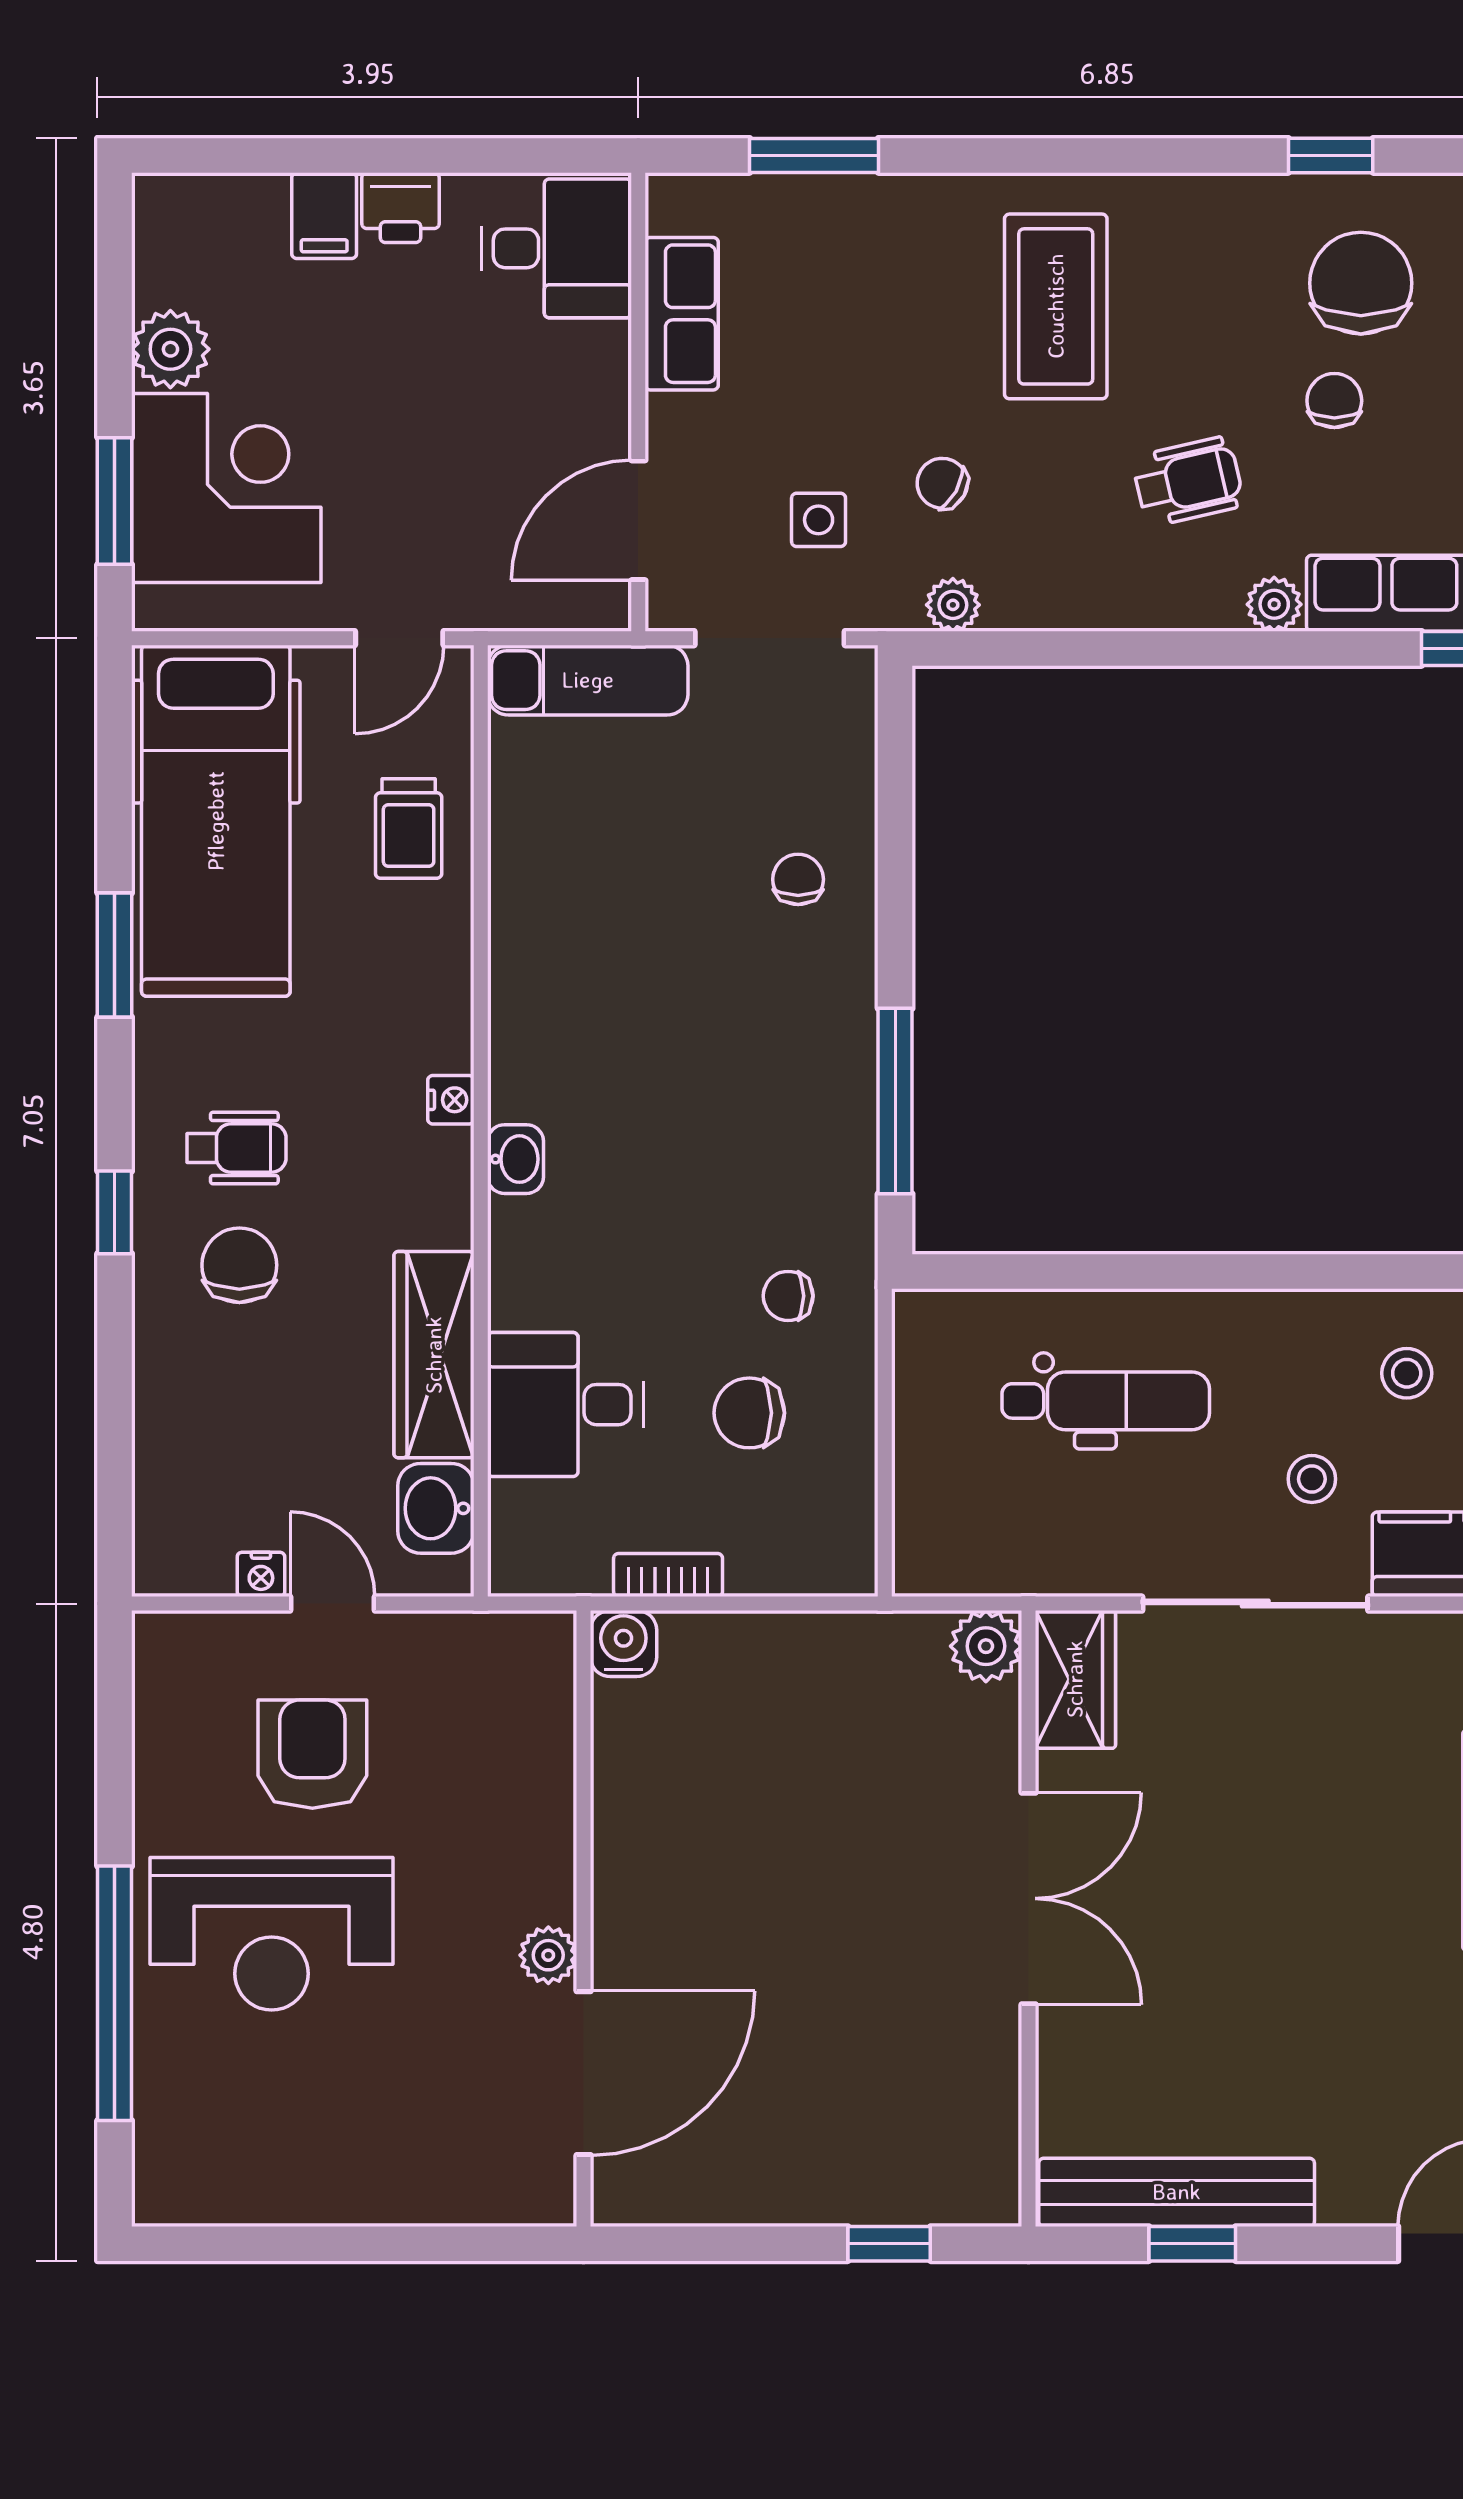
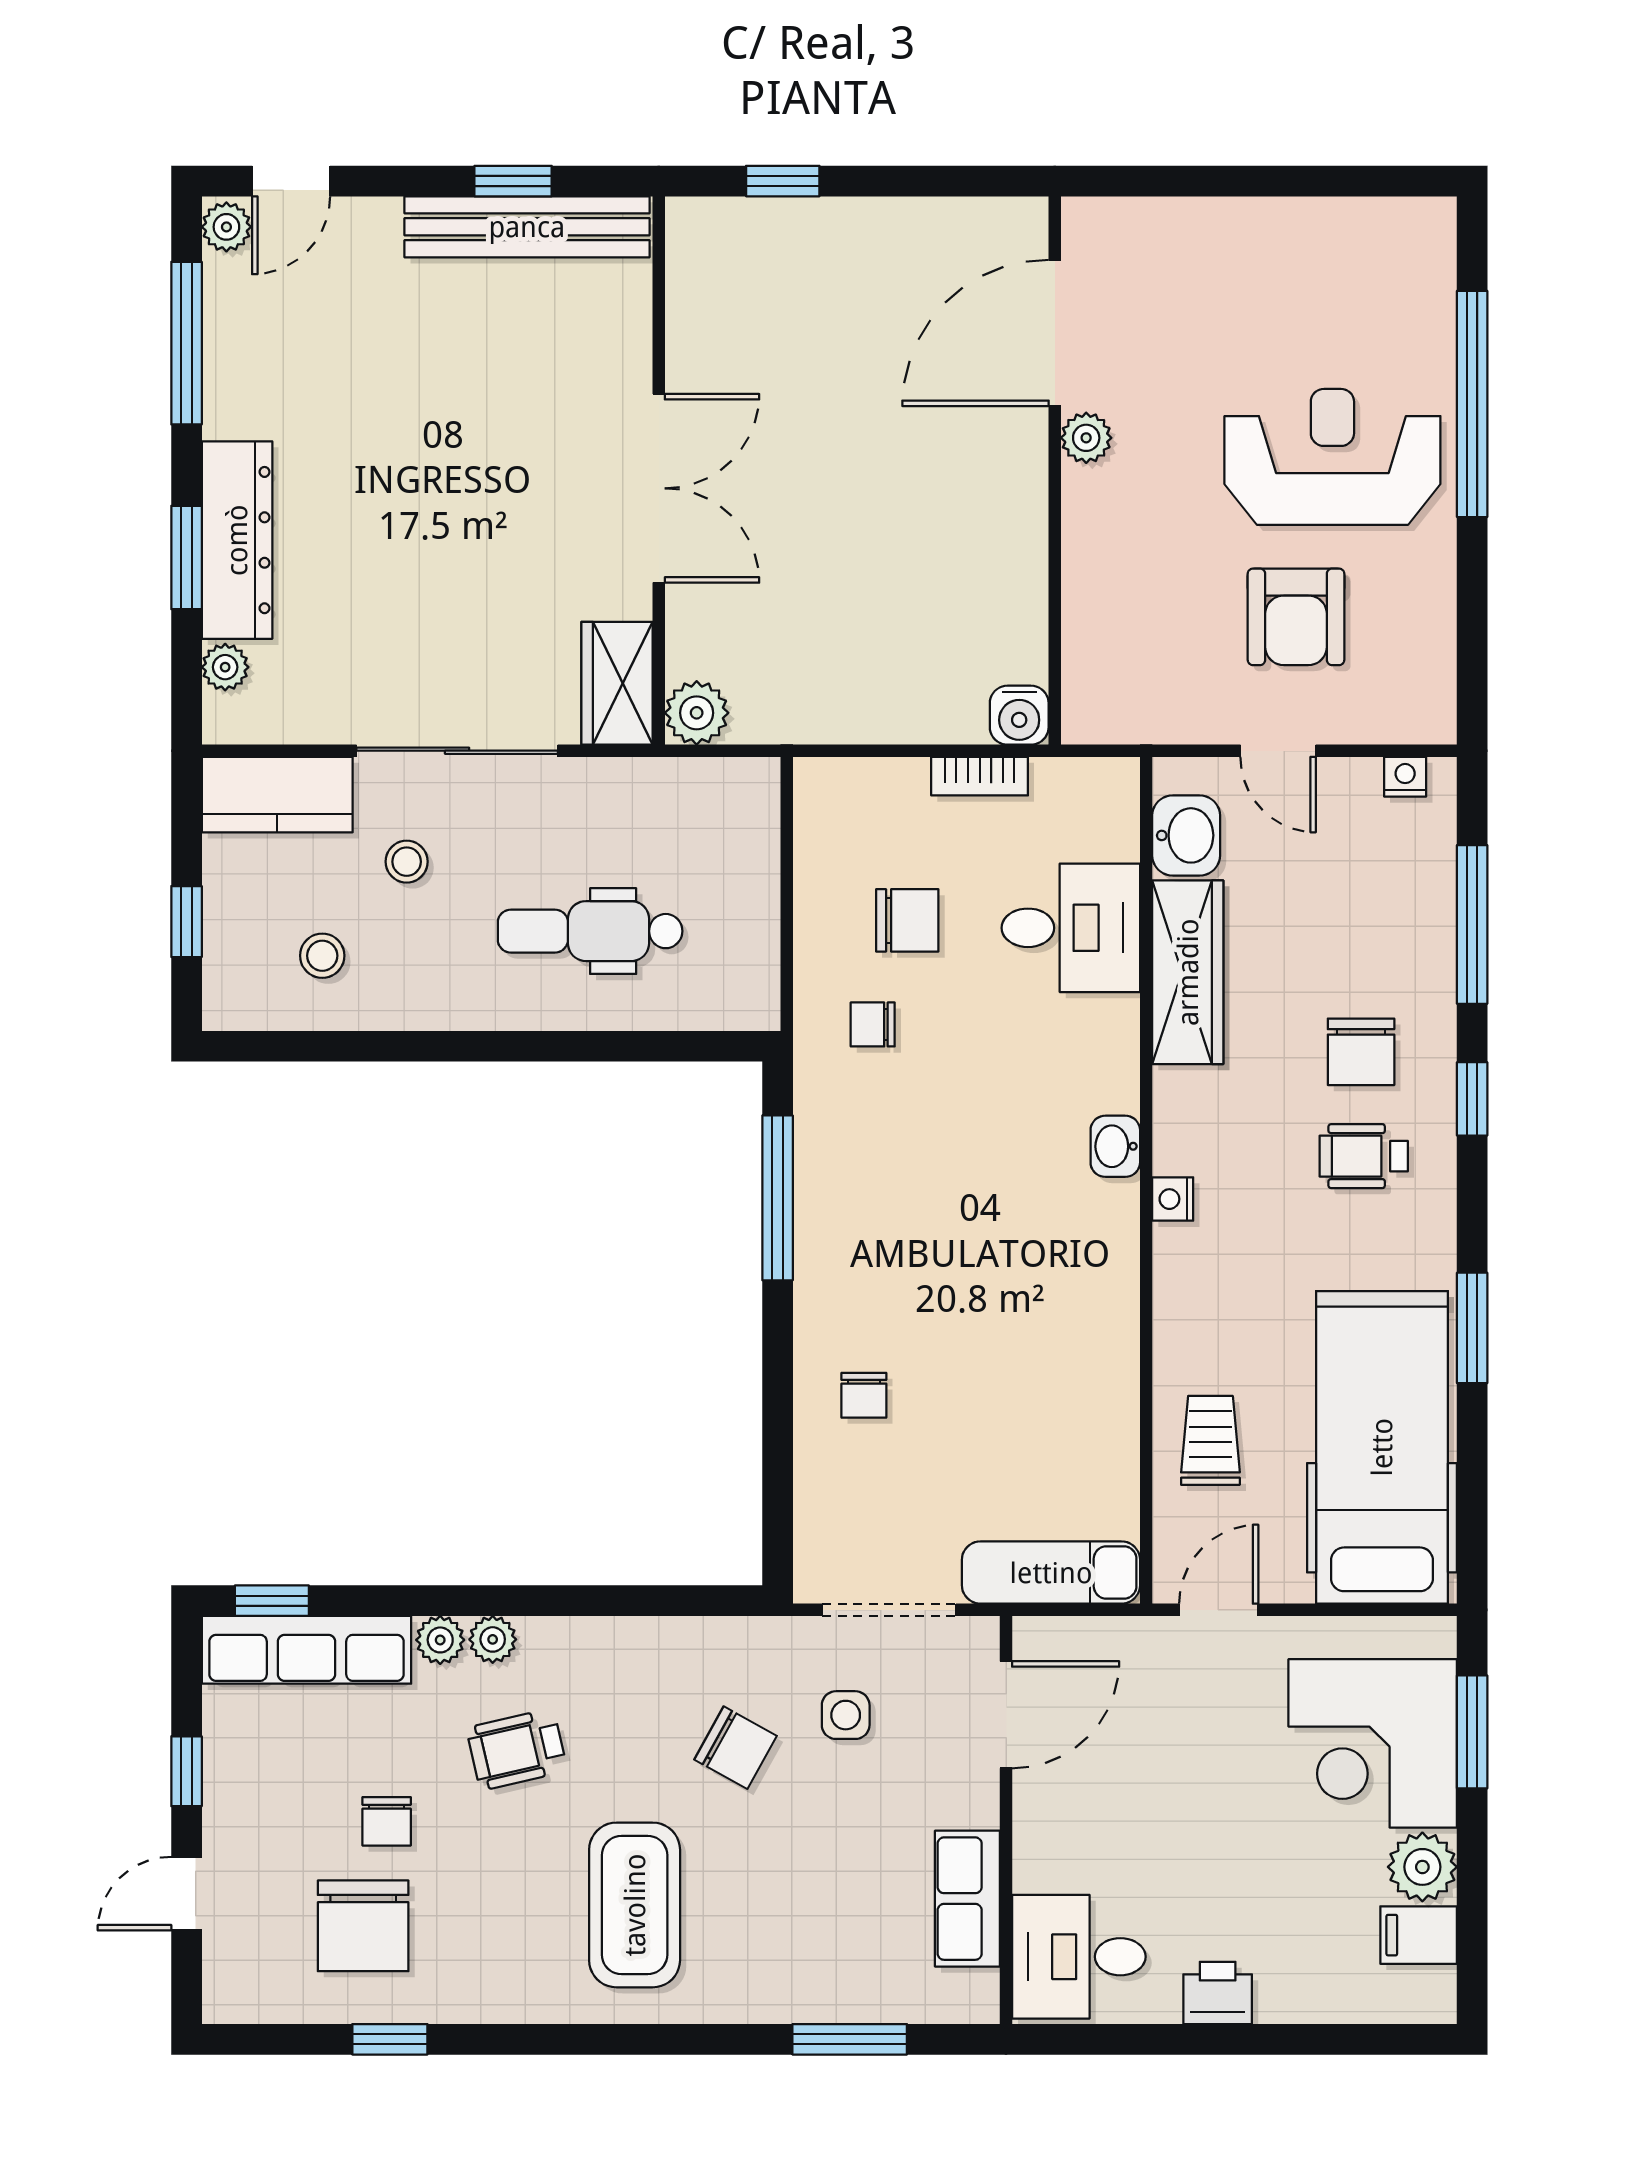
filing cabinet: (324, 216) -> (1419, 1935), moved, turned -90
chair: (942, 483) -> (735, 1748), width x1.37, depth x1.37
plant: (953, 605) -> (493, 1639), moved
chair: (788, 1296) -> (873, 1024), turned 180
window: (115, 1408) -> (1472, 924), added
nightstand: (261, 1574) -> (1405, 777), moved
double door: (1029, 1898) -> (659, 488), swing flipped

